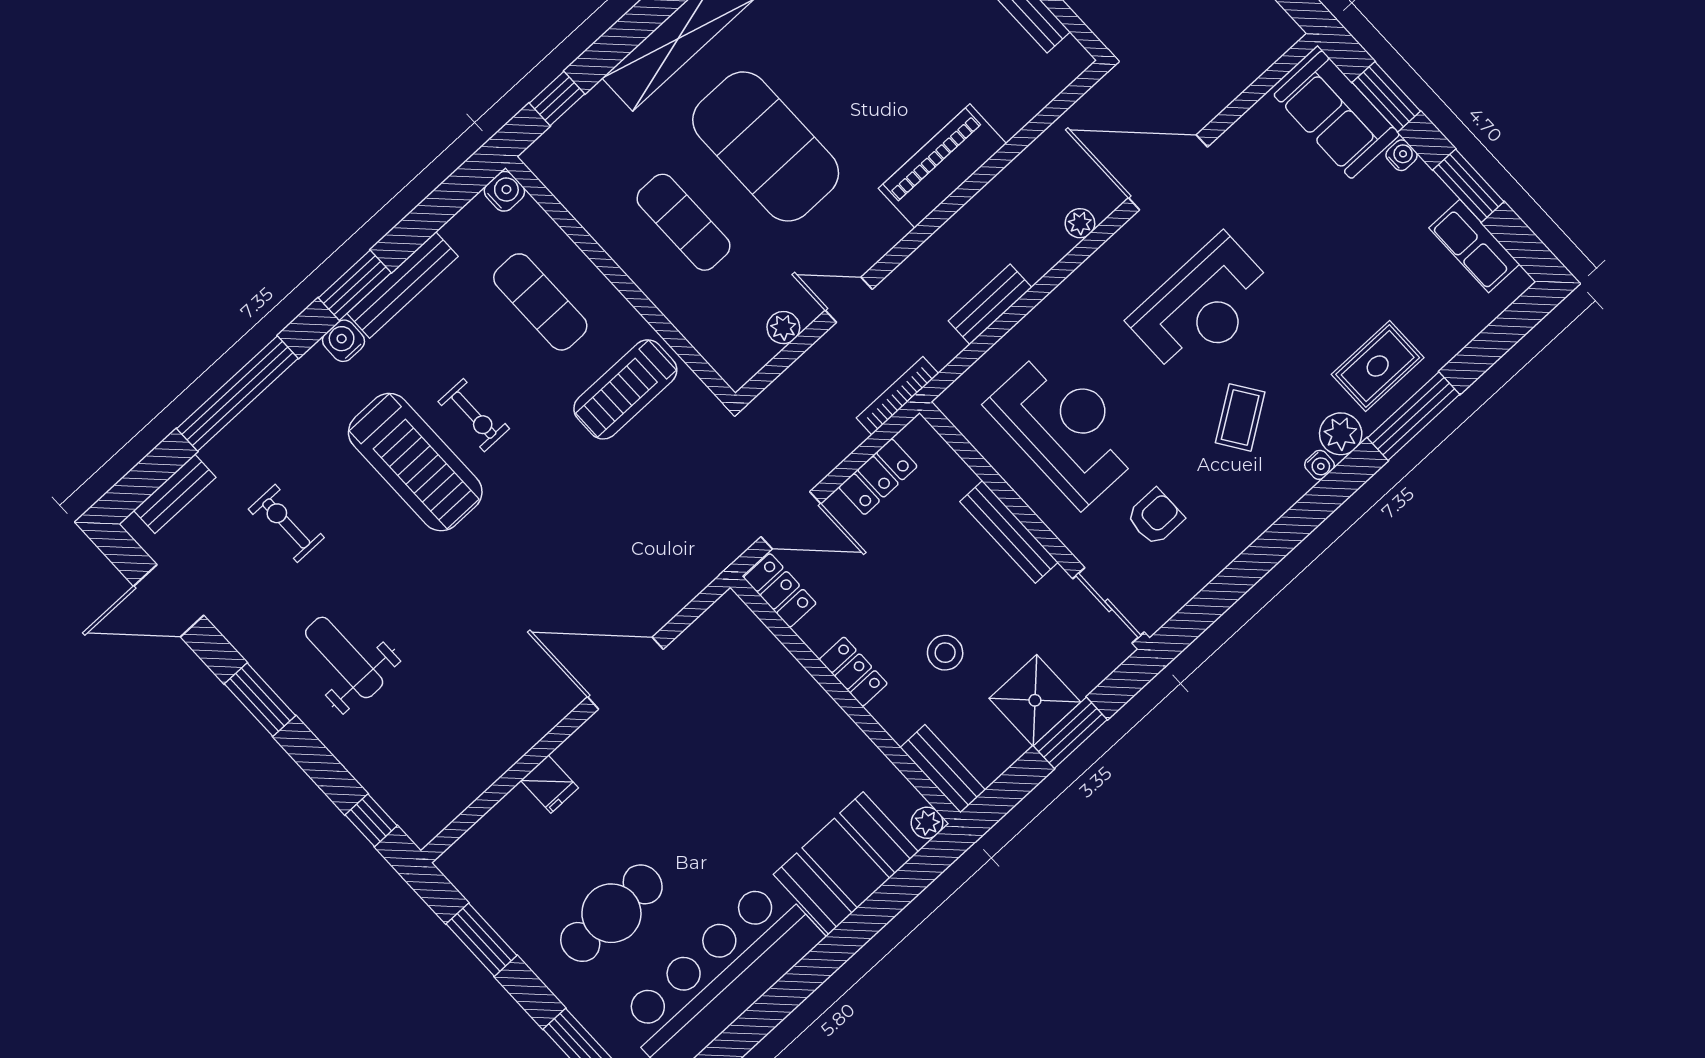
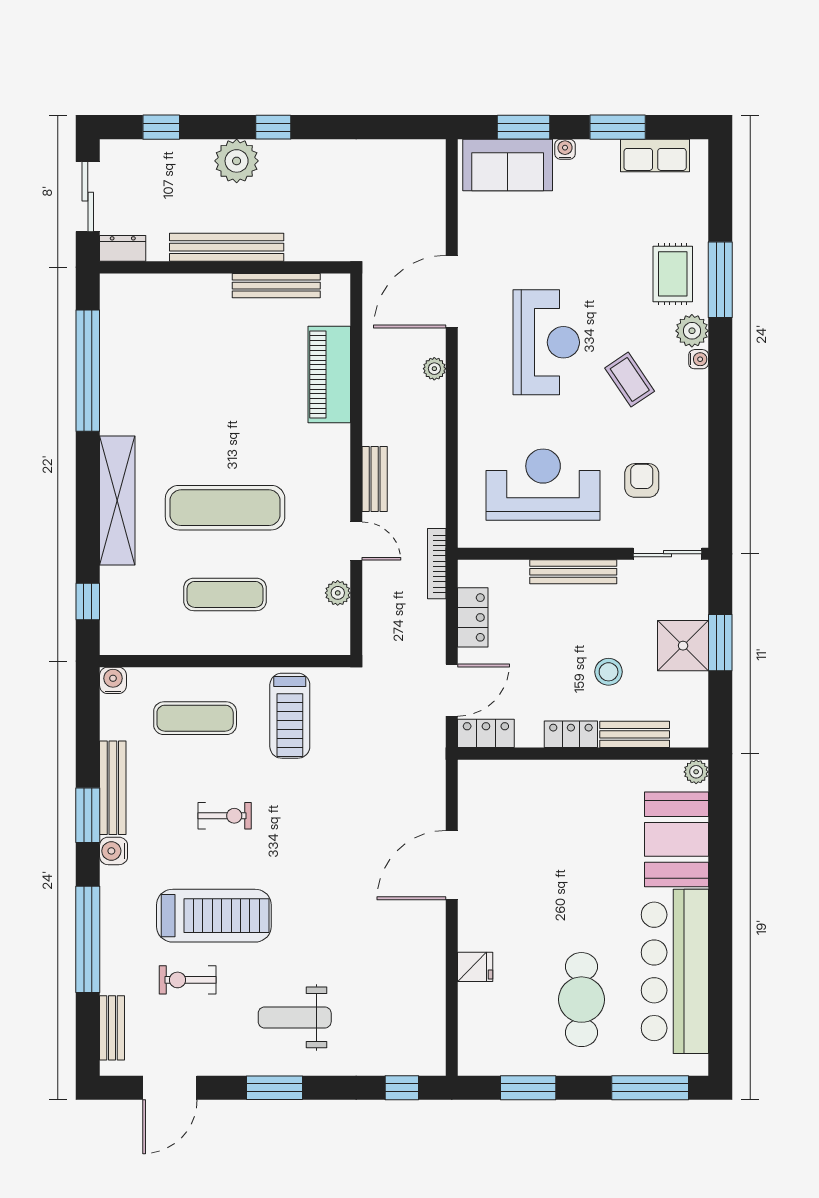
exercise mat: (766, 146) -> (225, 508), width x0.68
piano: (942, 166) -> (329, 375), moved
door: (849, 300) -> (356, 541), swing flipped
bench: (990, 304) -> (375, 479), moved
treadmill: (415, 462) -> (214, 916), moved
bench: (943, 769) -> (635, 734), moved

